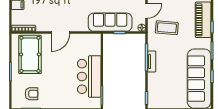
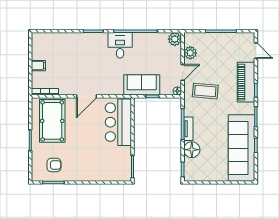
sofa: (110, 22) -> (142, 85), width x0.73
bar counter: (89, 76) -> (118, 122), moved
floor lamp: (155, 80) -> (192, 150), added

